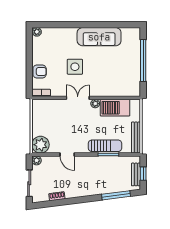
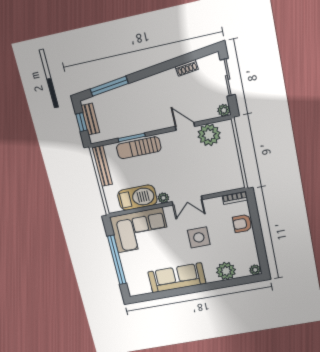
plant: (60, 35) -> (226, 271), added
corner sofa: (119, 81) -> (140, 230), added
plant: (41, 145) -> (209, 135), moved

